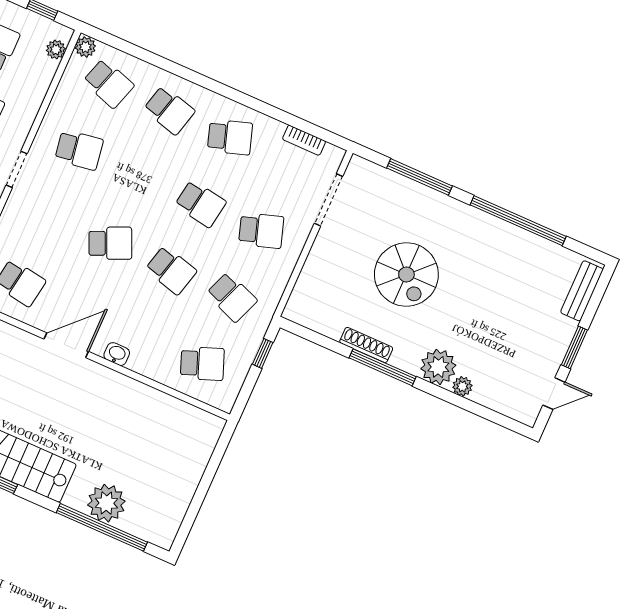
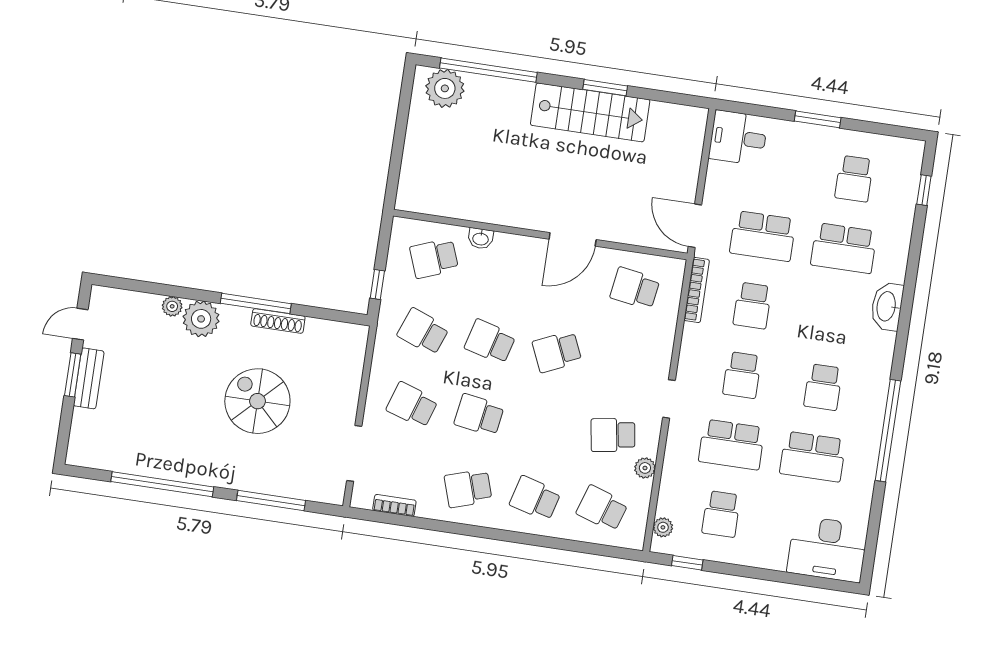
plant: (85, 47) -> (645, 468), moved
school desk: (261, 231) -> (412, 405), turned 36
bench: (582, 291) -> (89, 378), moved
washbasin: (117, 354) -> (481, 239), moved
plant: (106, 503) -> (445, 88), moved

